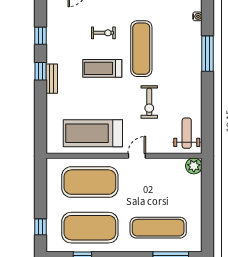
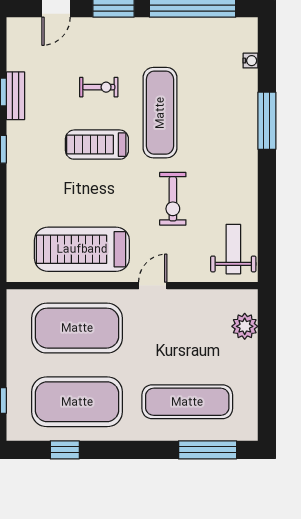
bench: (52, 79) -> (15, 96), moved
plant: (194, 166) -> (245, 326), moved

